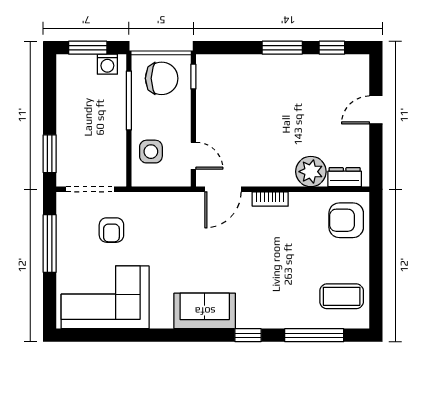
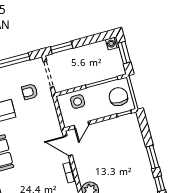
washing machine: (107, 64) -> (112, 43), moved
chair: (162, 78) -> (118, 97), turned 180

